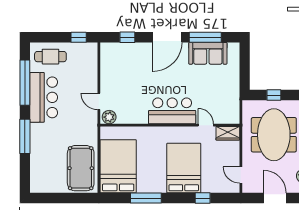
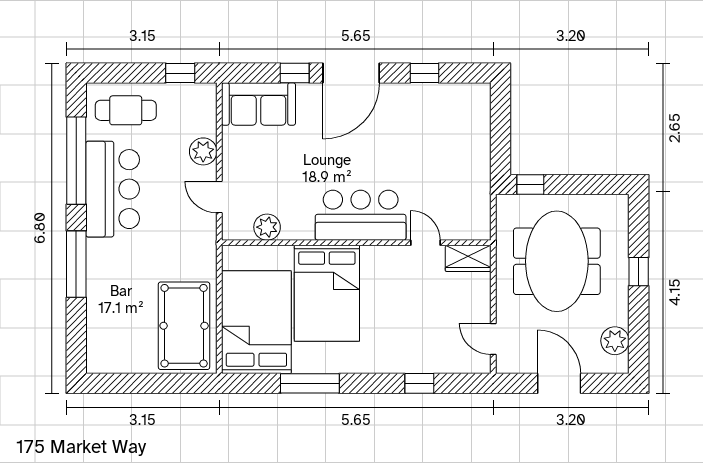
window: (127, 37) -> (295, 73), moved
window: (205, 37) -> (425, 73), width x0.46
sofa: (208, 53) -> (258, 104), moved
plant: (91, 78) -> (203, 151), added
window: (274, 95) -> (530, 185), moved
plant: (109, 117) -> (267, 227), moved
bed: (184, 168) -> (327, 293), moved, turned 180

